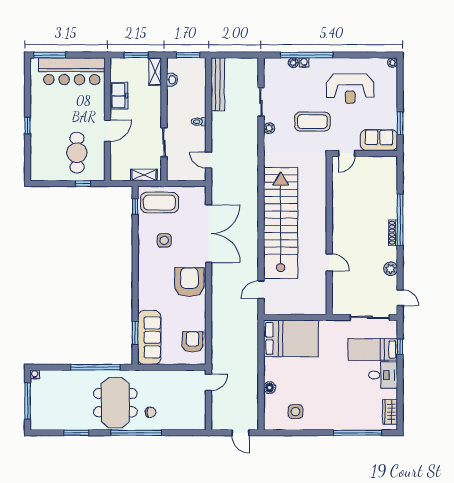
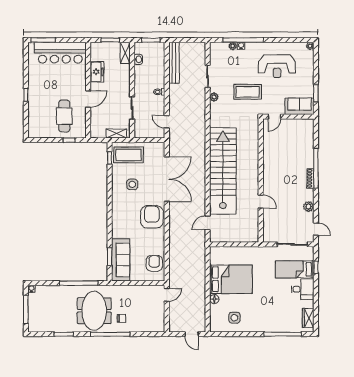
bed: (291, 338) -> (231, 279), moved

